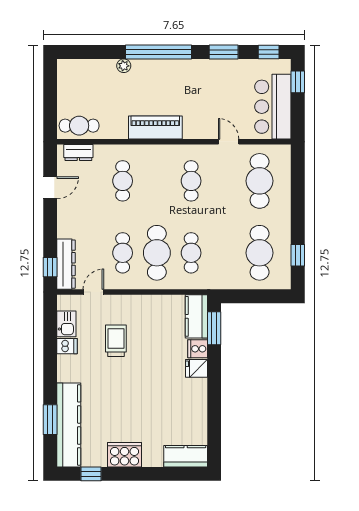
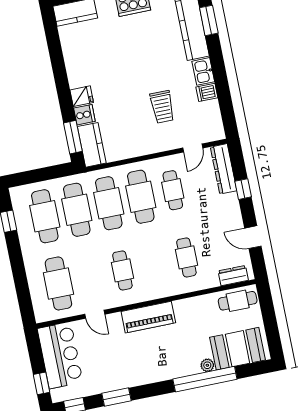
window: (159, 52) -> (205, 379), moved
booth: (89, 76) -> (238, 349), added
piano: (155, 128) -> (148, 317), moved
door: (50, 188) -> (253, 237), hinge flipped
cafe table: (191, 253) -> (109, 203), width x1.37, depth x1.35
cafe table: (225, 253) -> (77, 210), added
window: (50, 267) -> (243, 189), moved
kitchen sink: (66, 324) -> (203, 71), moved

